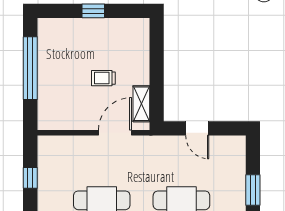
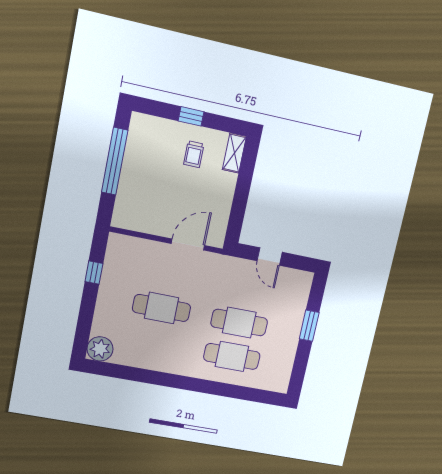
trolley: (103, 78) -> (194, 154), moved, turned -90
shelving: (141, 104) -> (234, 153), moved

